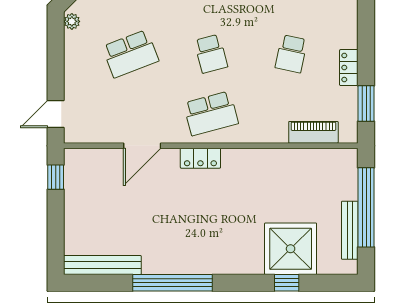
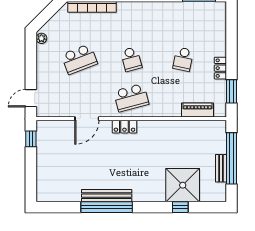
bench: (350, 230) -> (221, 168), width x0.73
bench: (102, 265) -> (107, 196), moved

